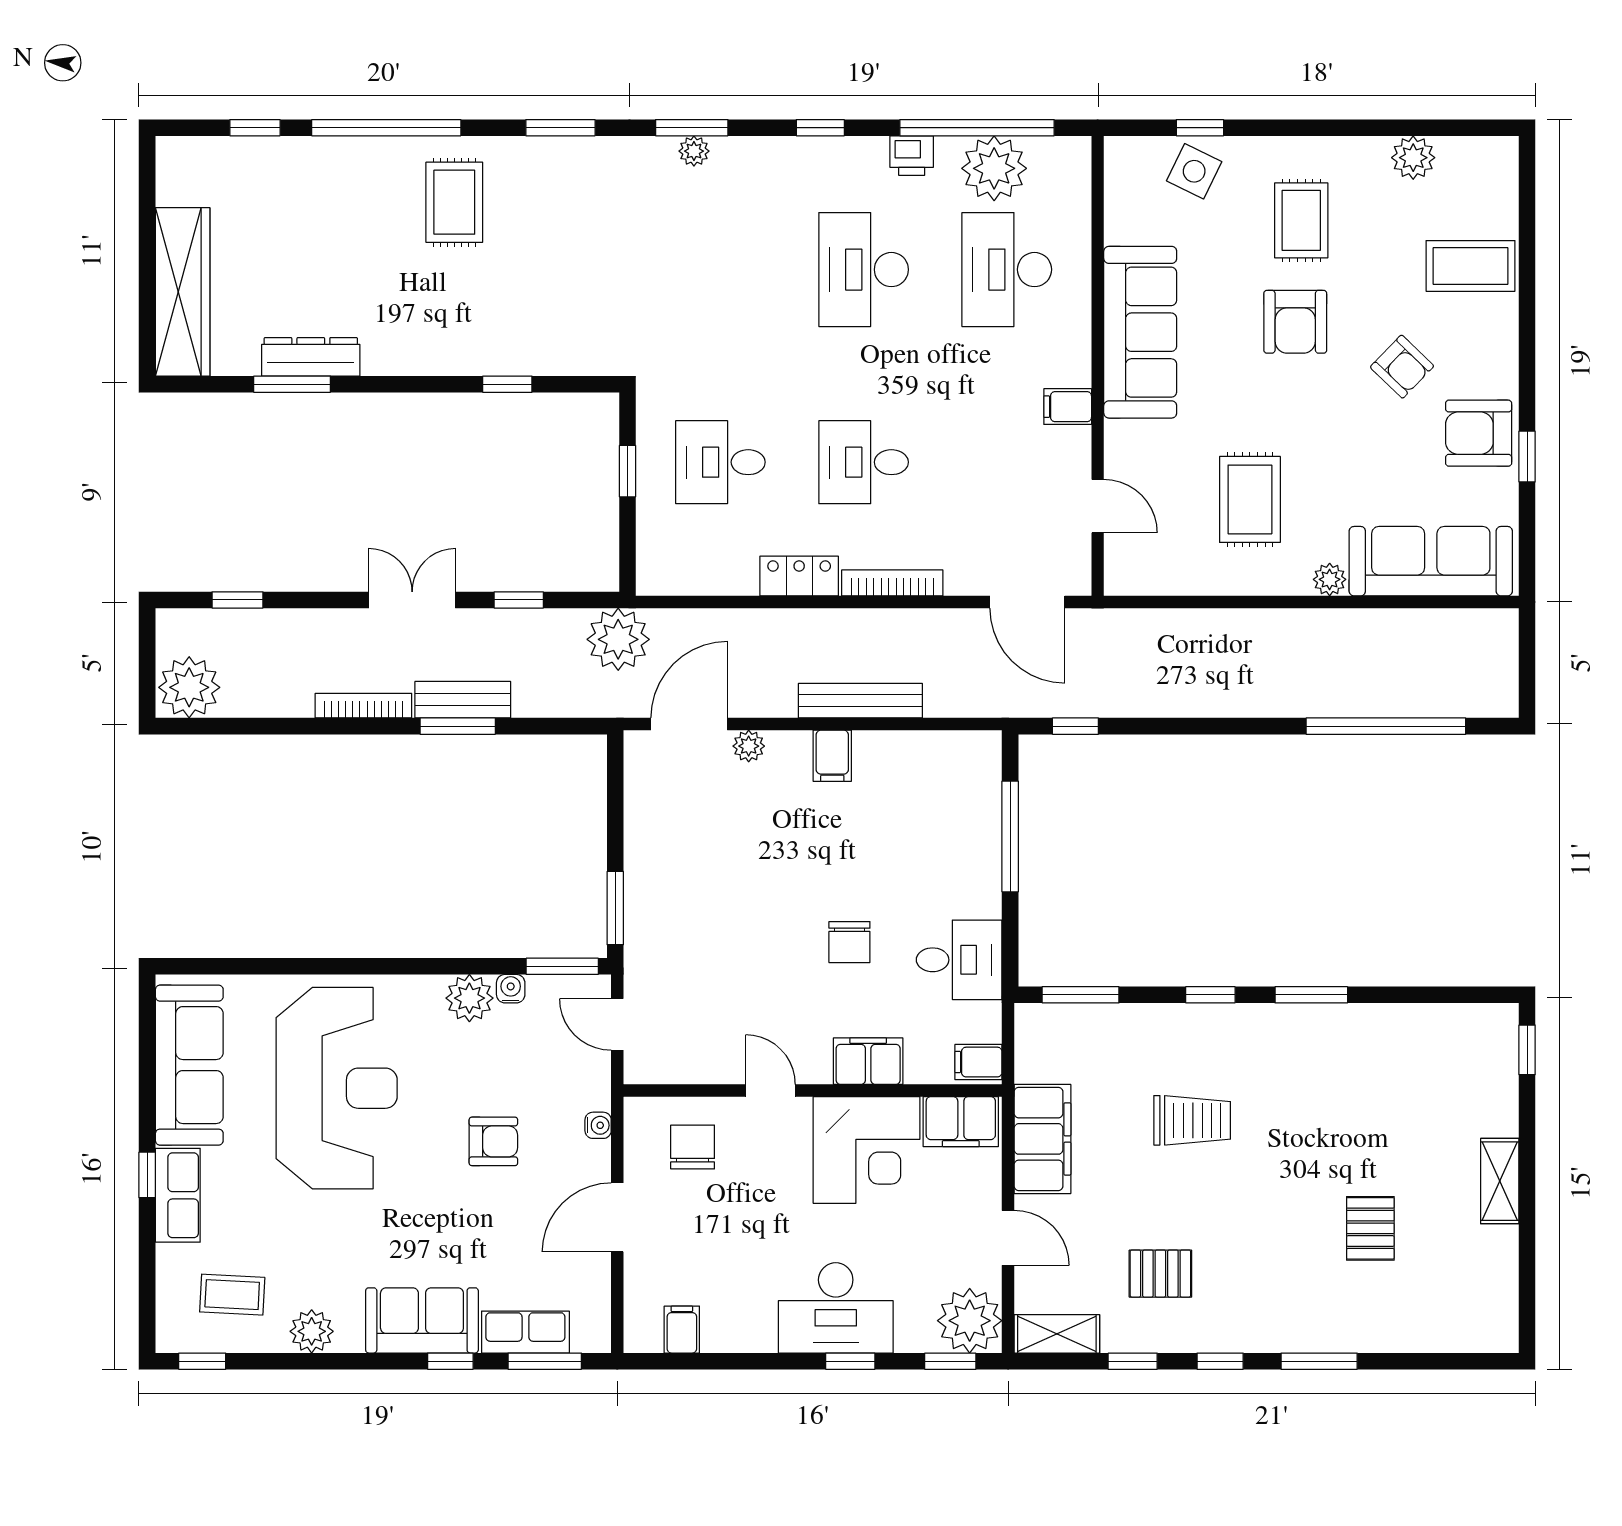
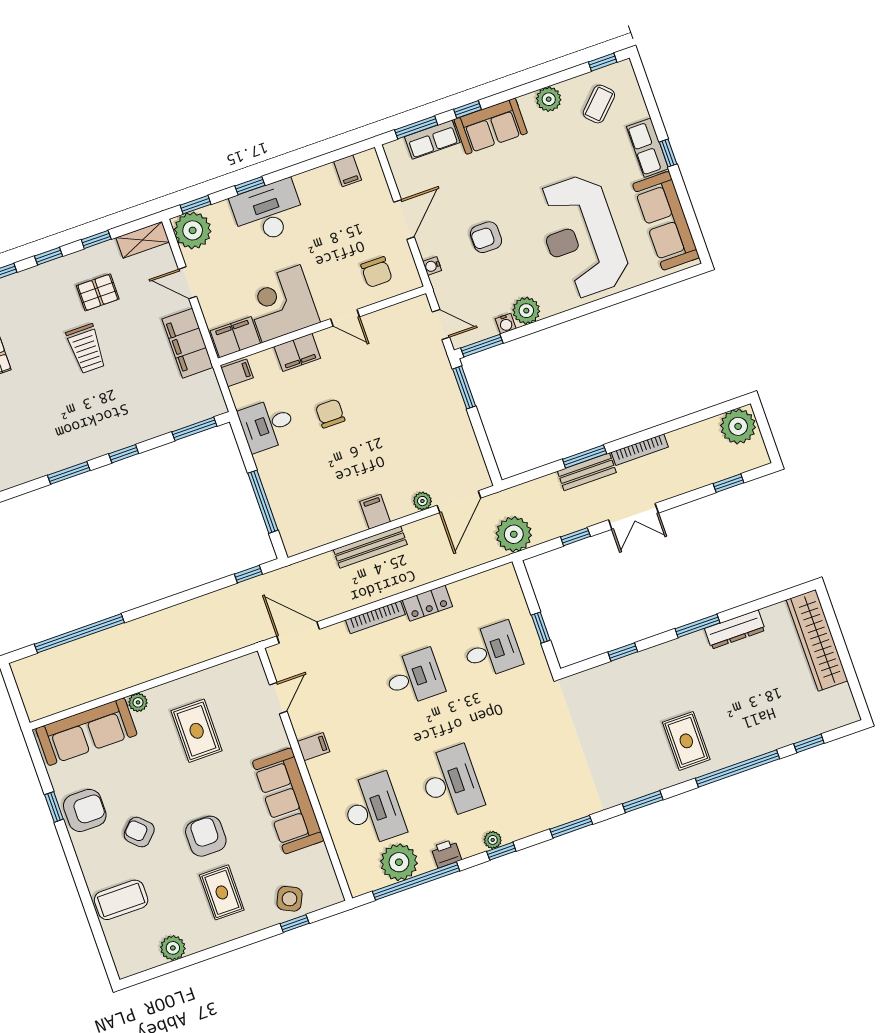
plant: (694, 151) -> (493, 840), moved
window: (292, 384) -> (697, 626), moved
door: (1098, 506) -> (278, 698), swing flipped
trolley: (1192, 1120) -> (86, 349), moved, turned -90
coffee table: (232, 1295) -> (599, 104), turned -48

